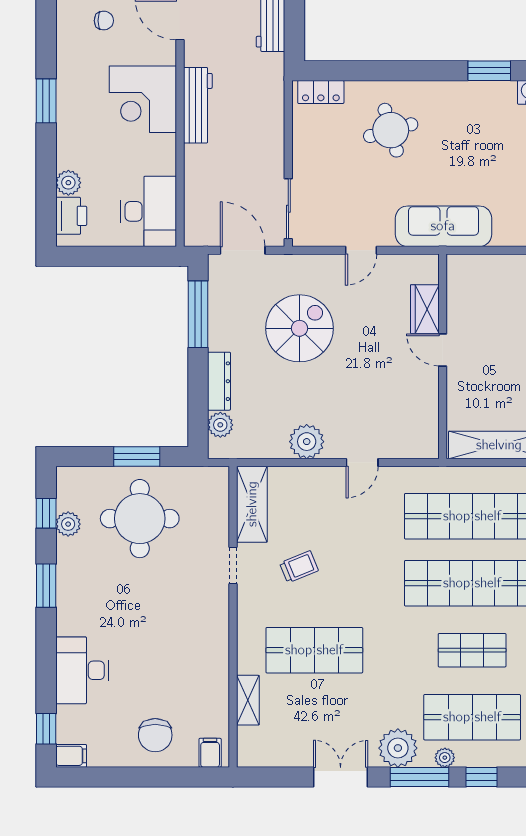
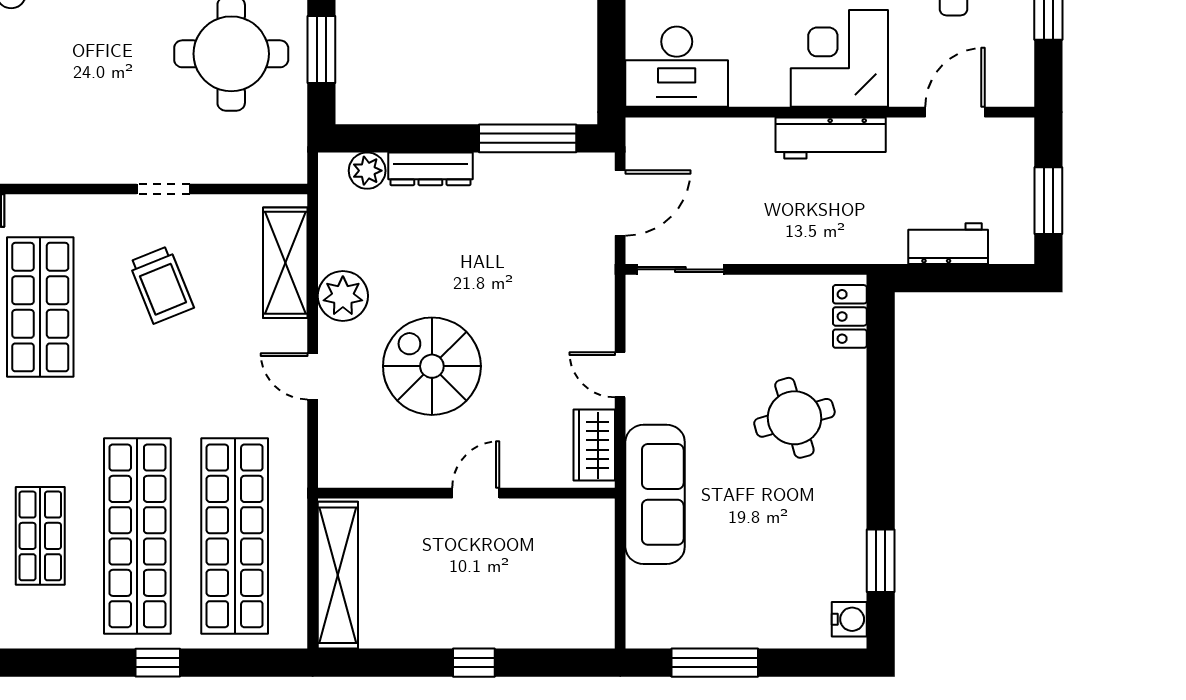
wardrobe: (425, 309) -> (594, 445), moved, turned -90
spiral stairs: (299, 328) -> (432, 366), moved, turned 180
shelving: (252, 504) -> (285, 263), moved, turned 90
trolley: (299, 567) -> (161, 285), width x1.36, depth x1.39

